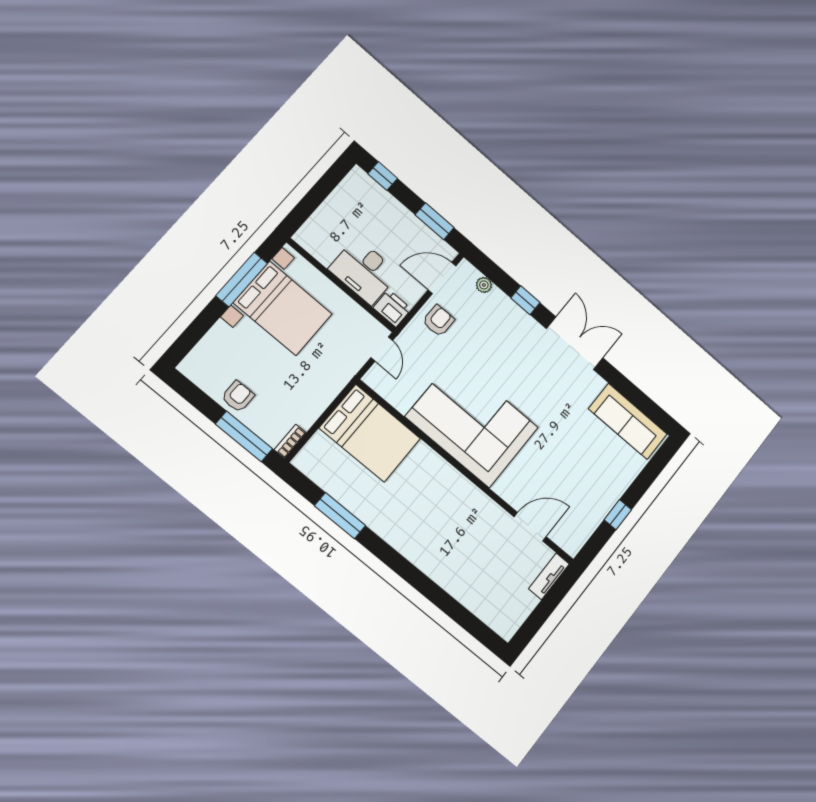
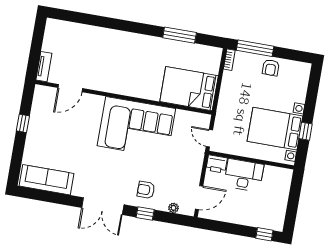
window: (435, 221) -> (221, 227), removed
window: (242, 280) -> (305, 131), width x0.46
armchair: (438, 321) -> (146, 190), moved, turned 90

